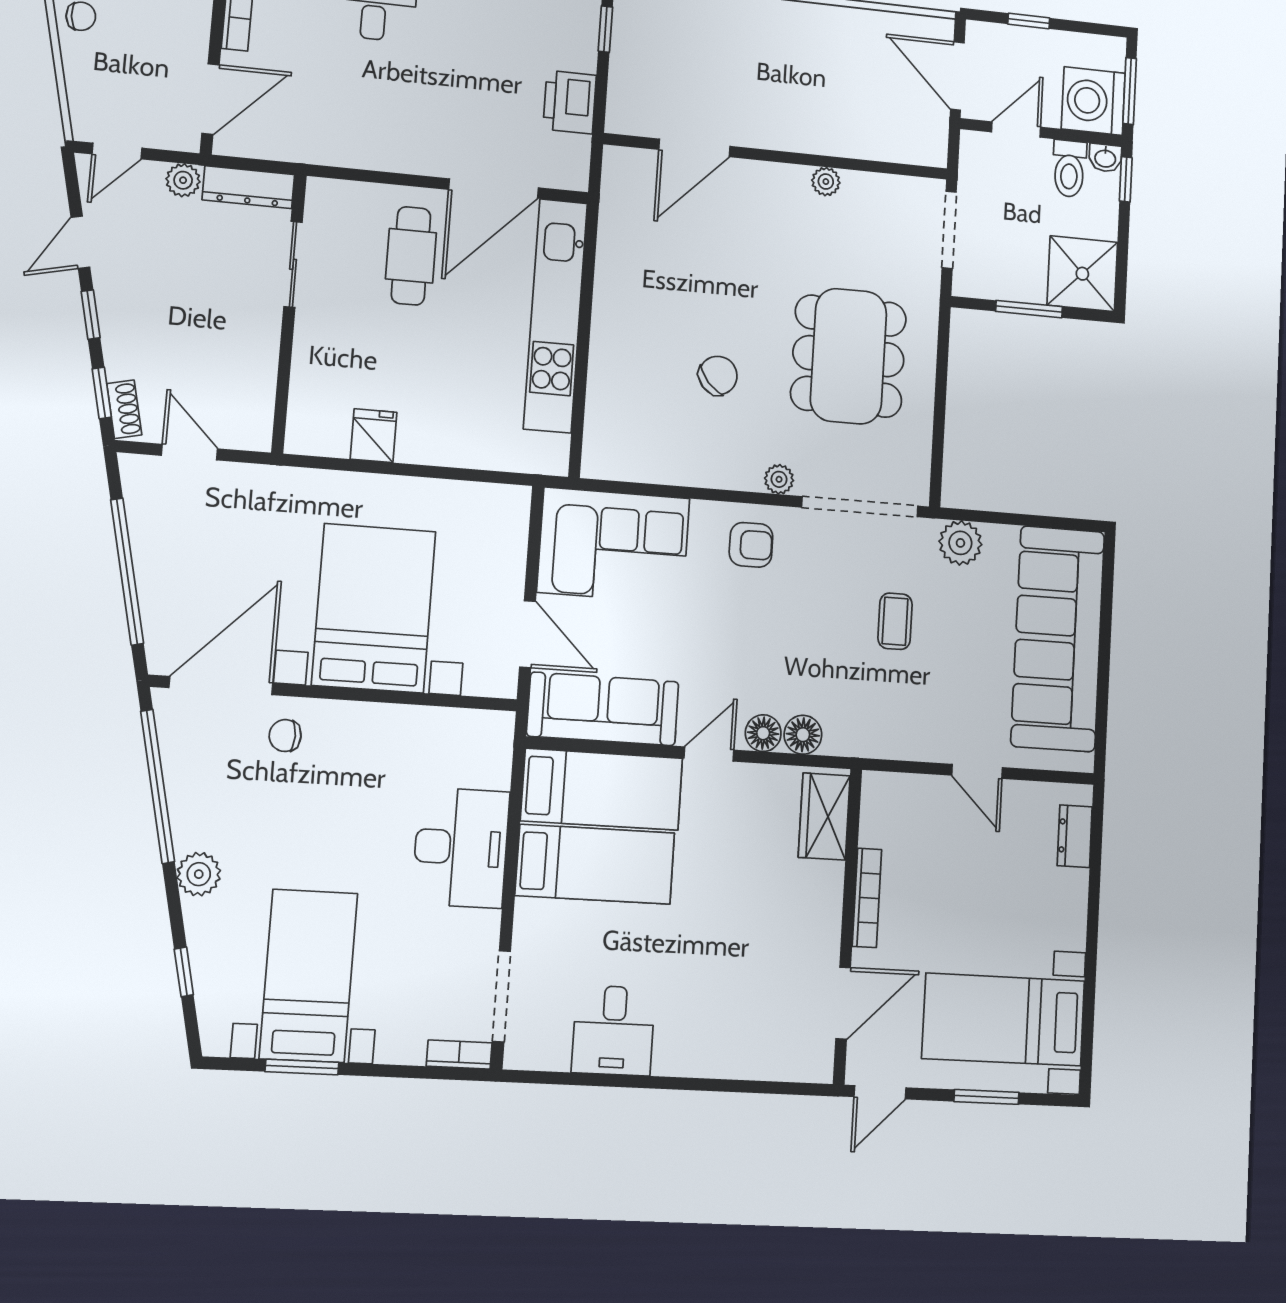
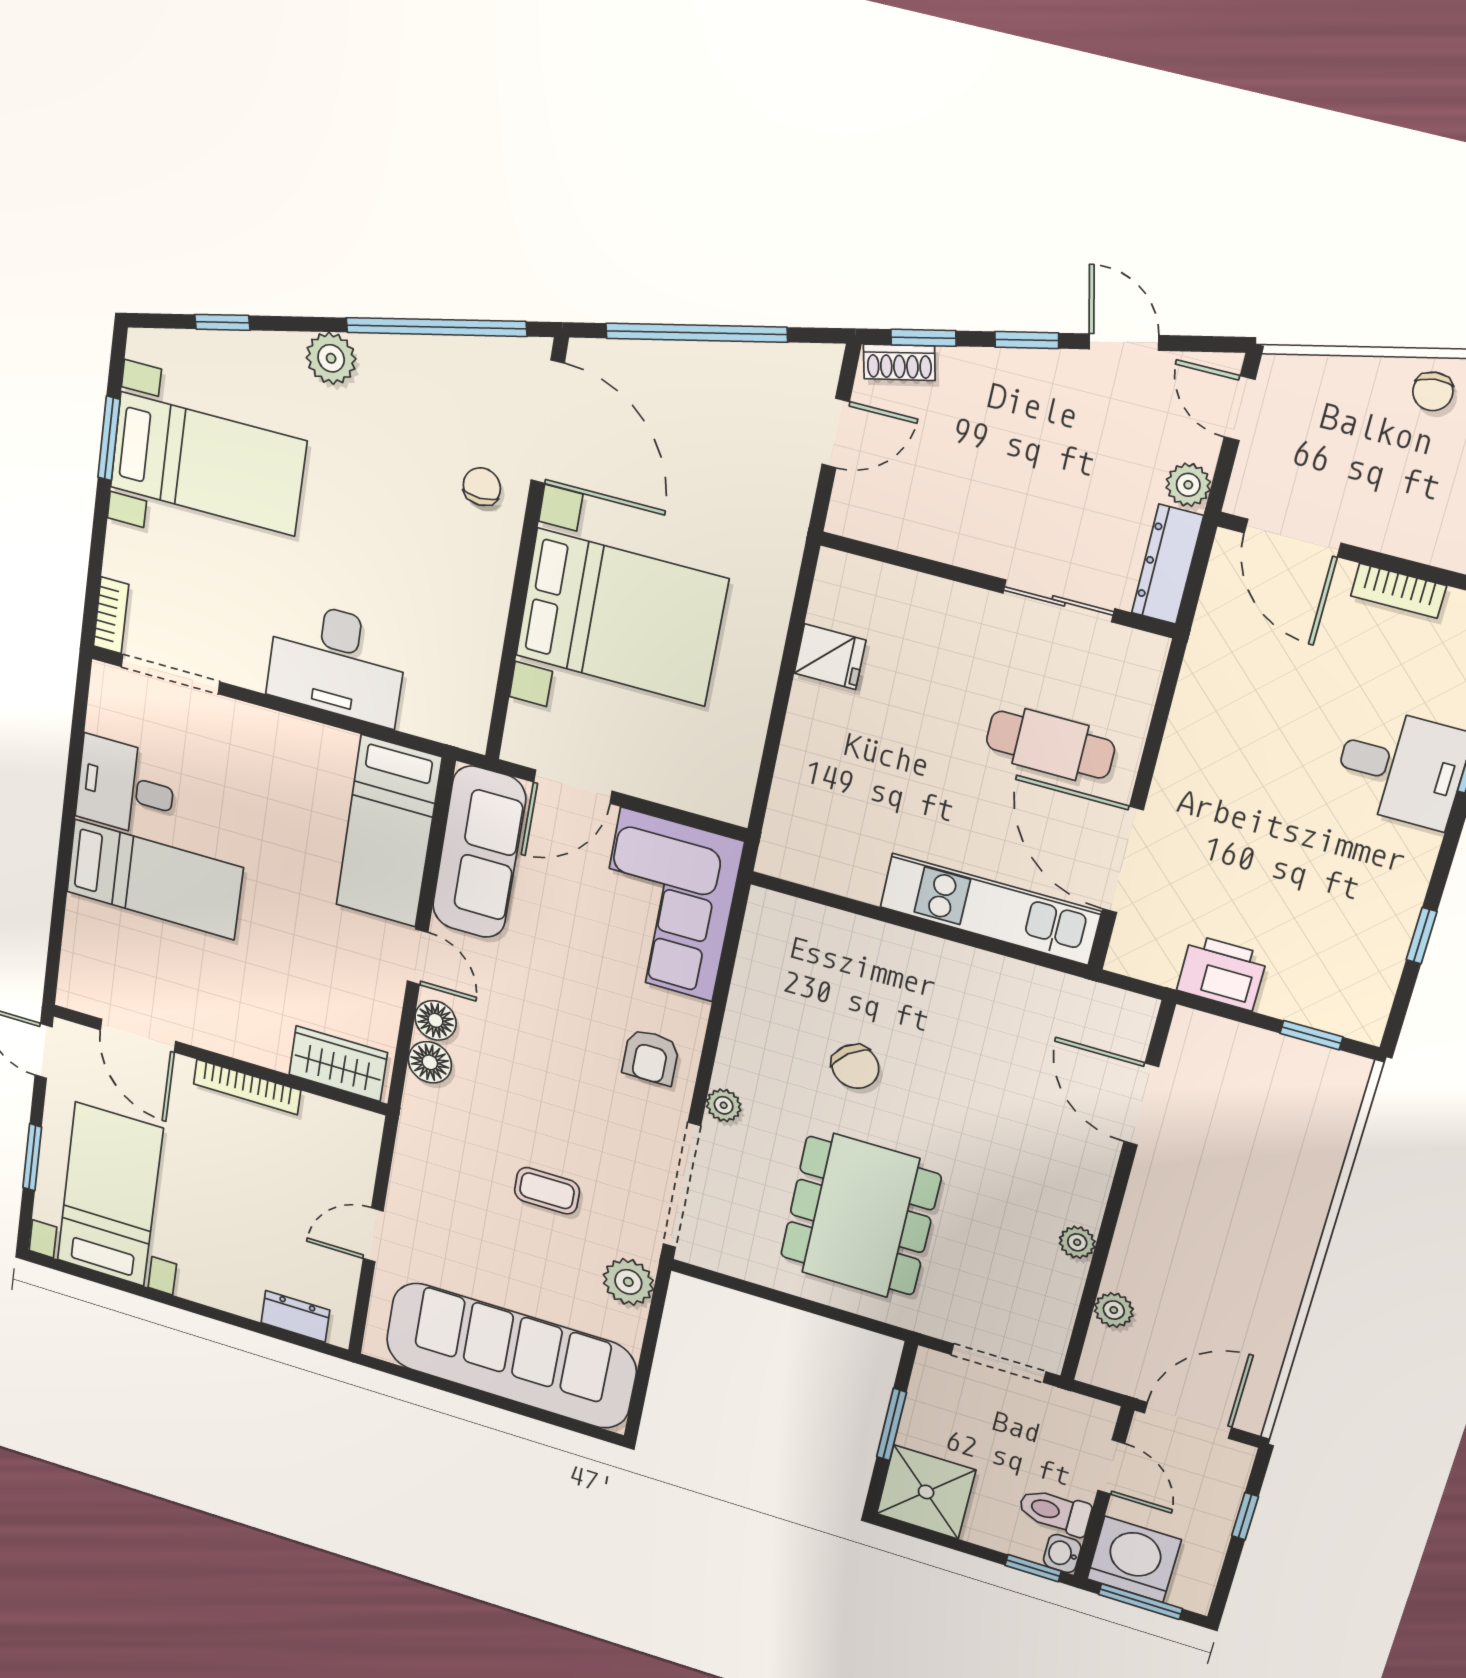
plant: (877, 146) -> (1114, 1310), added
kitchen unit: (556, 316) -> (990, 909), width x0.73
dining table: (848, 356) -> (860, 1216), turned 90
bed: (595, 864) -> (155, 880), moved, turned -90

